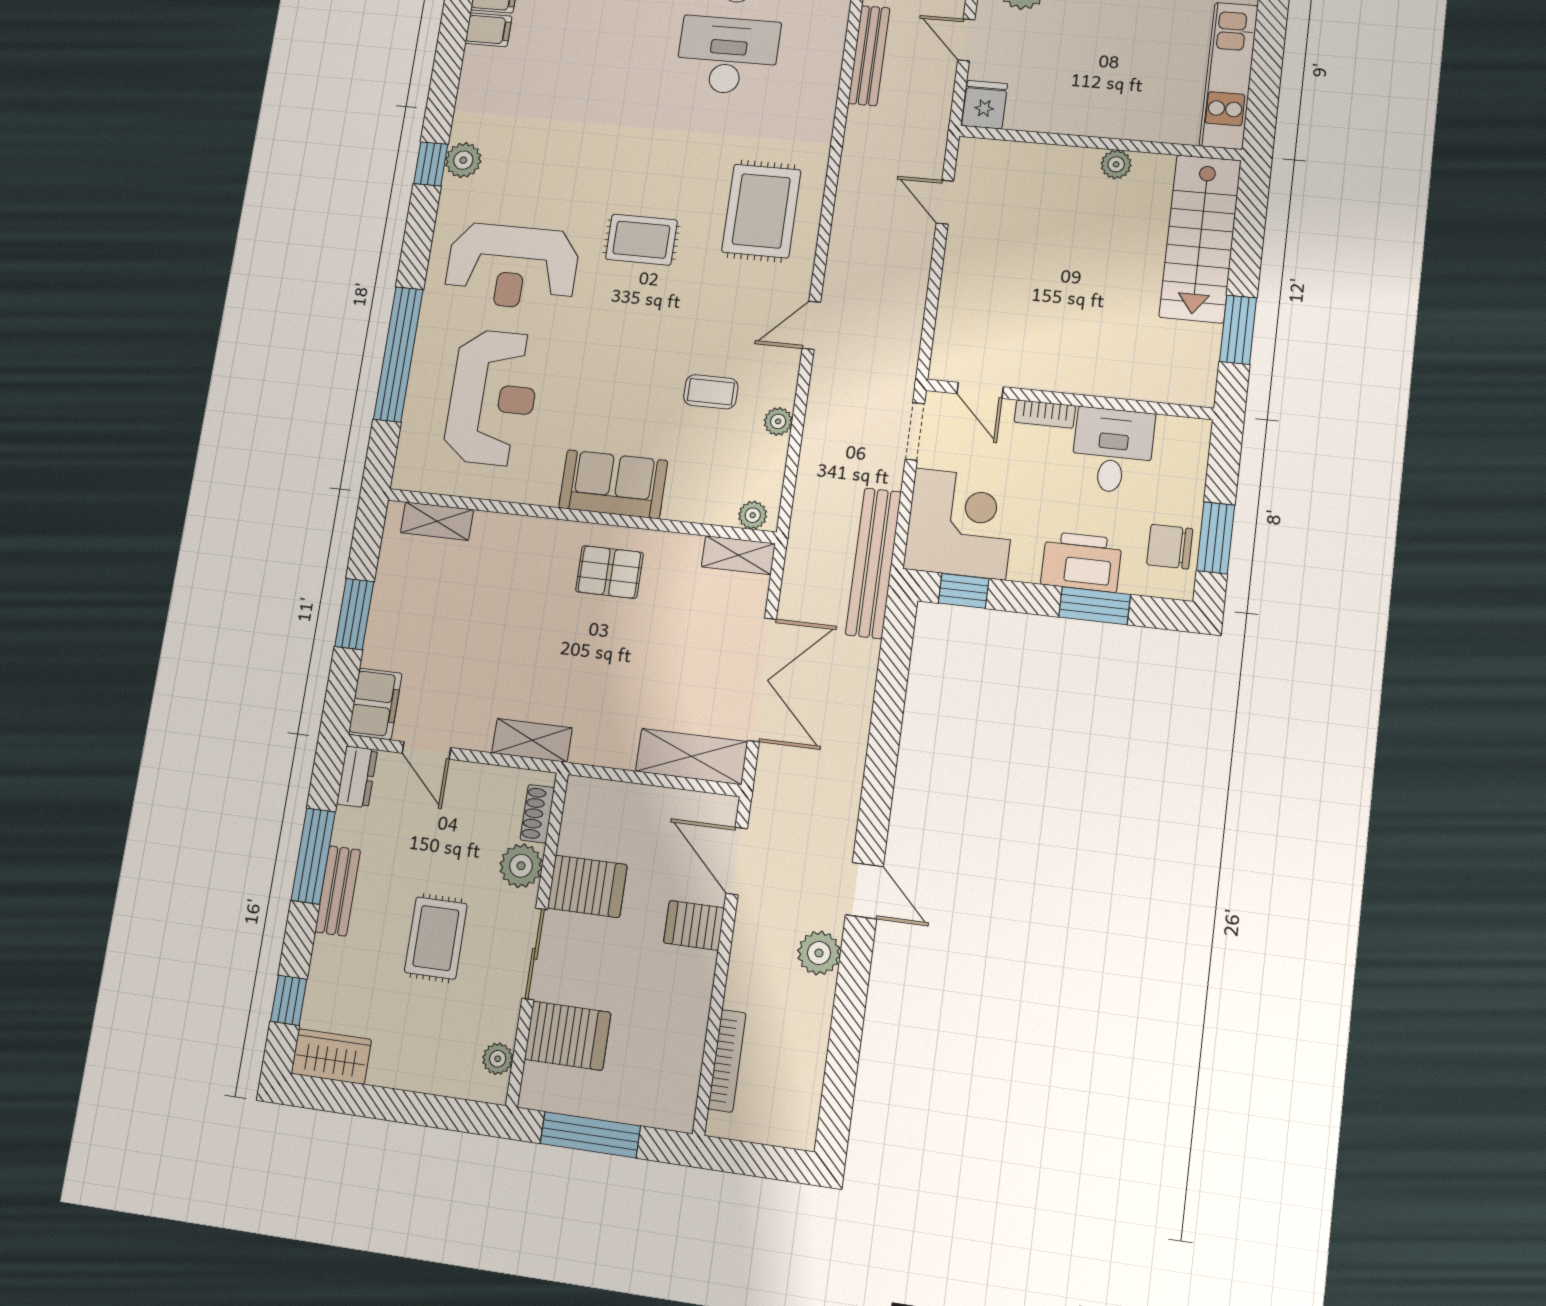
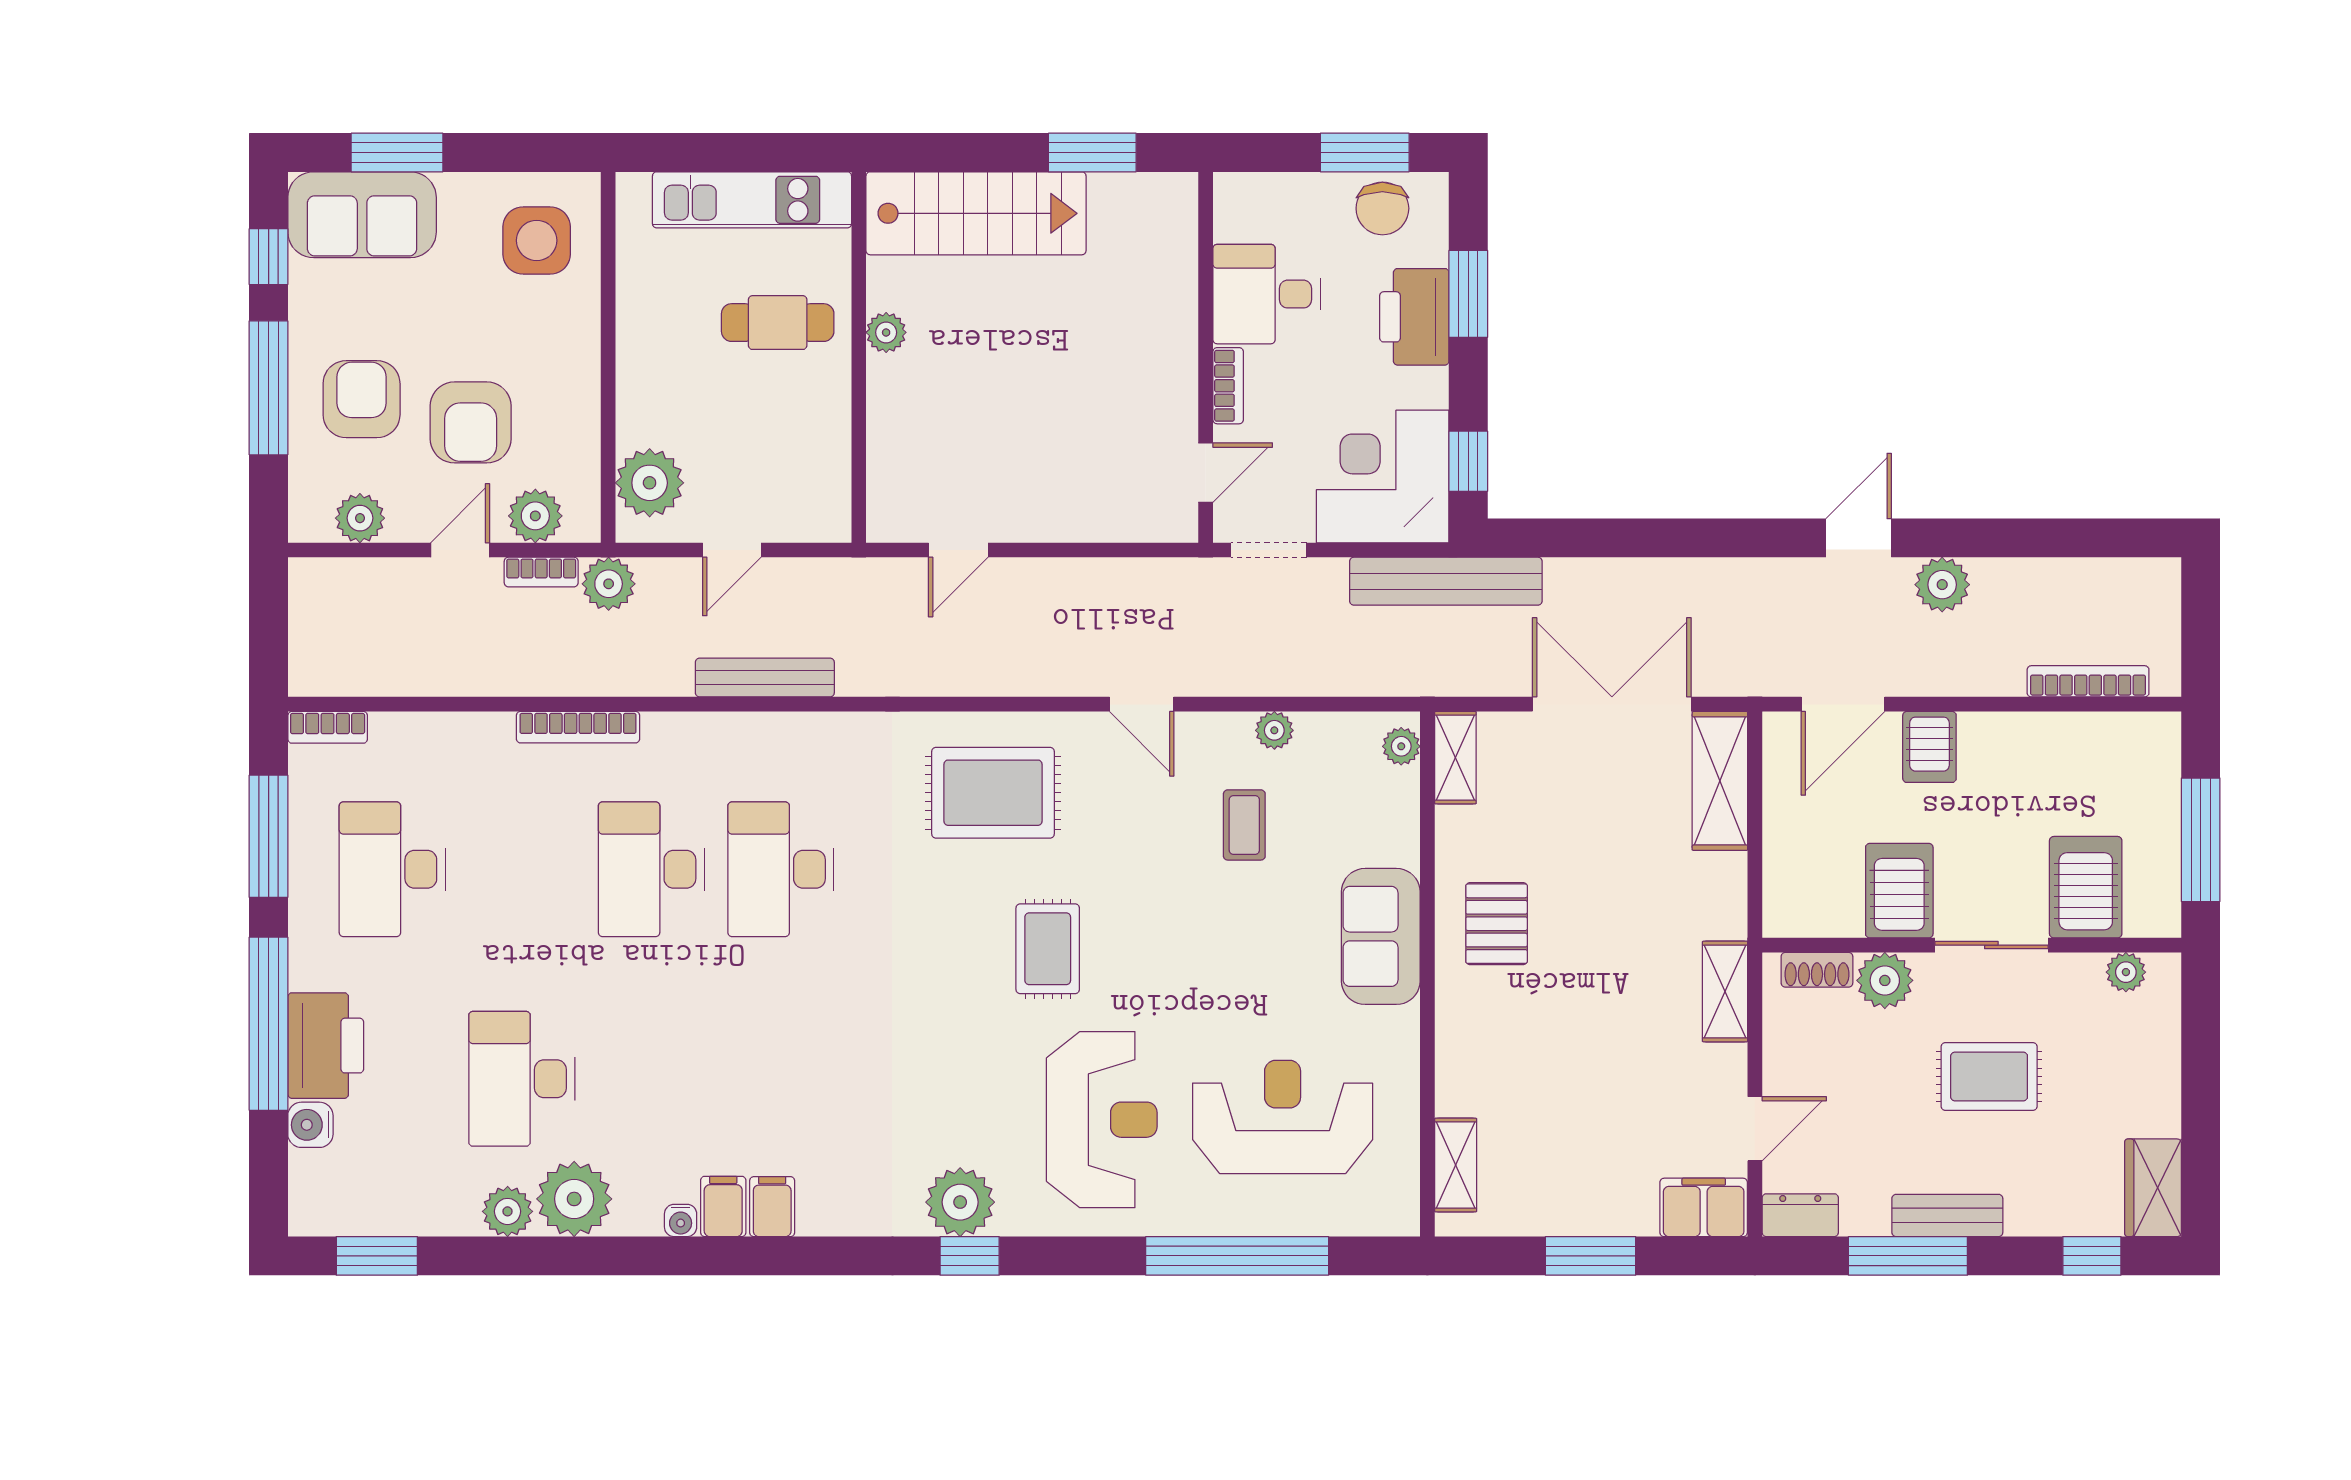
cafe table: (1133, 86) -> (778, 323), added
fridge: (985, 105) -> (820, 514), removed
plant: (463, 160) -> (960, 1202), width x1.36, depth x1.36

